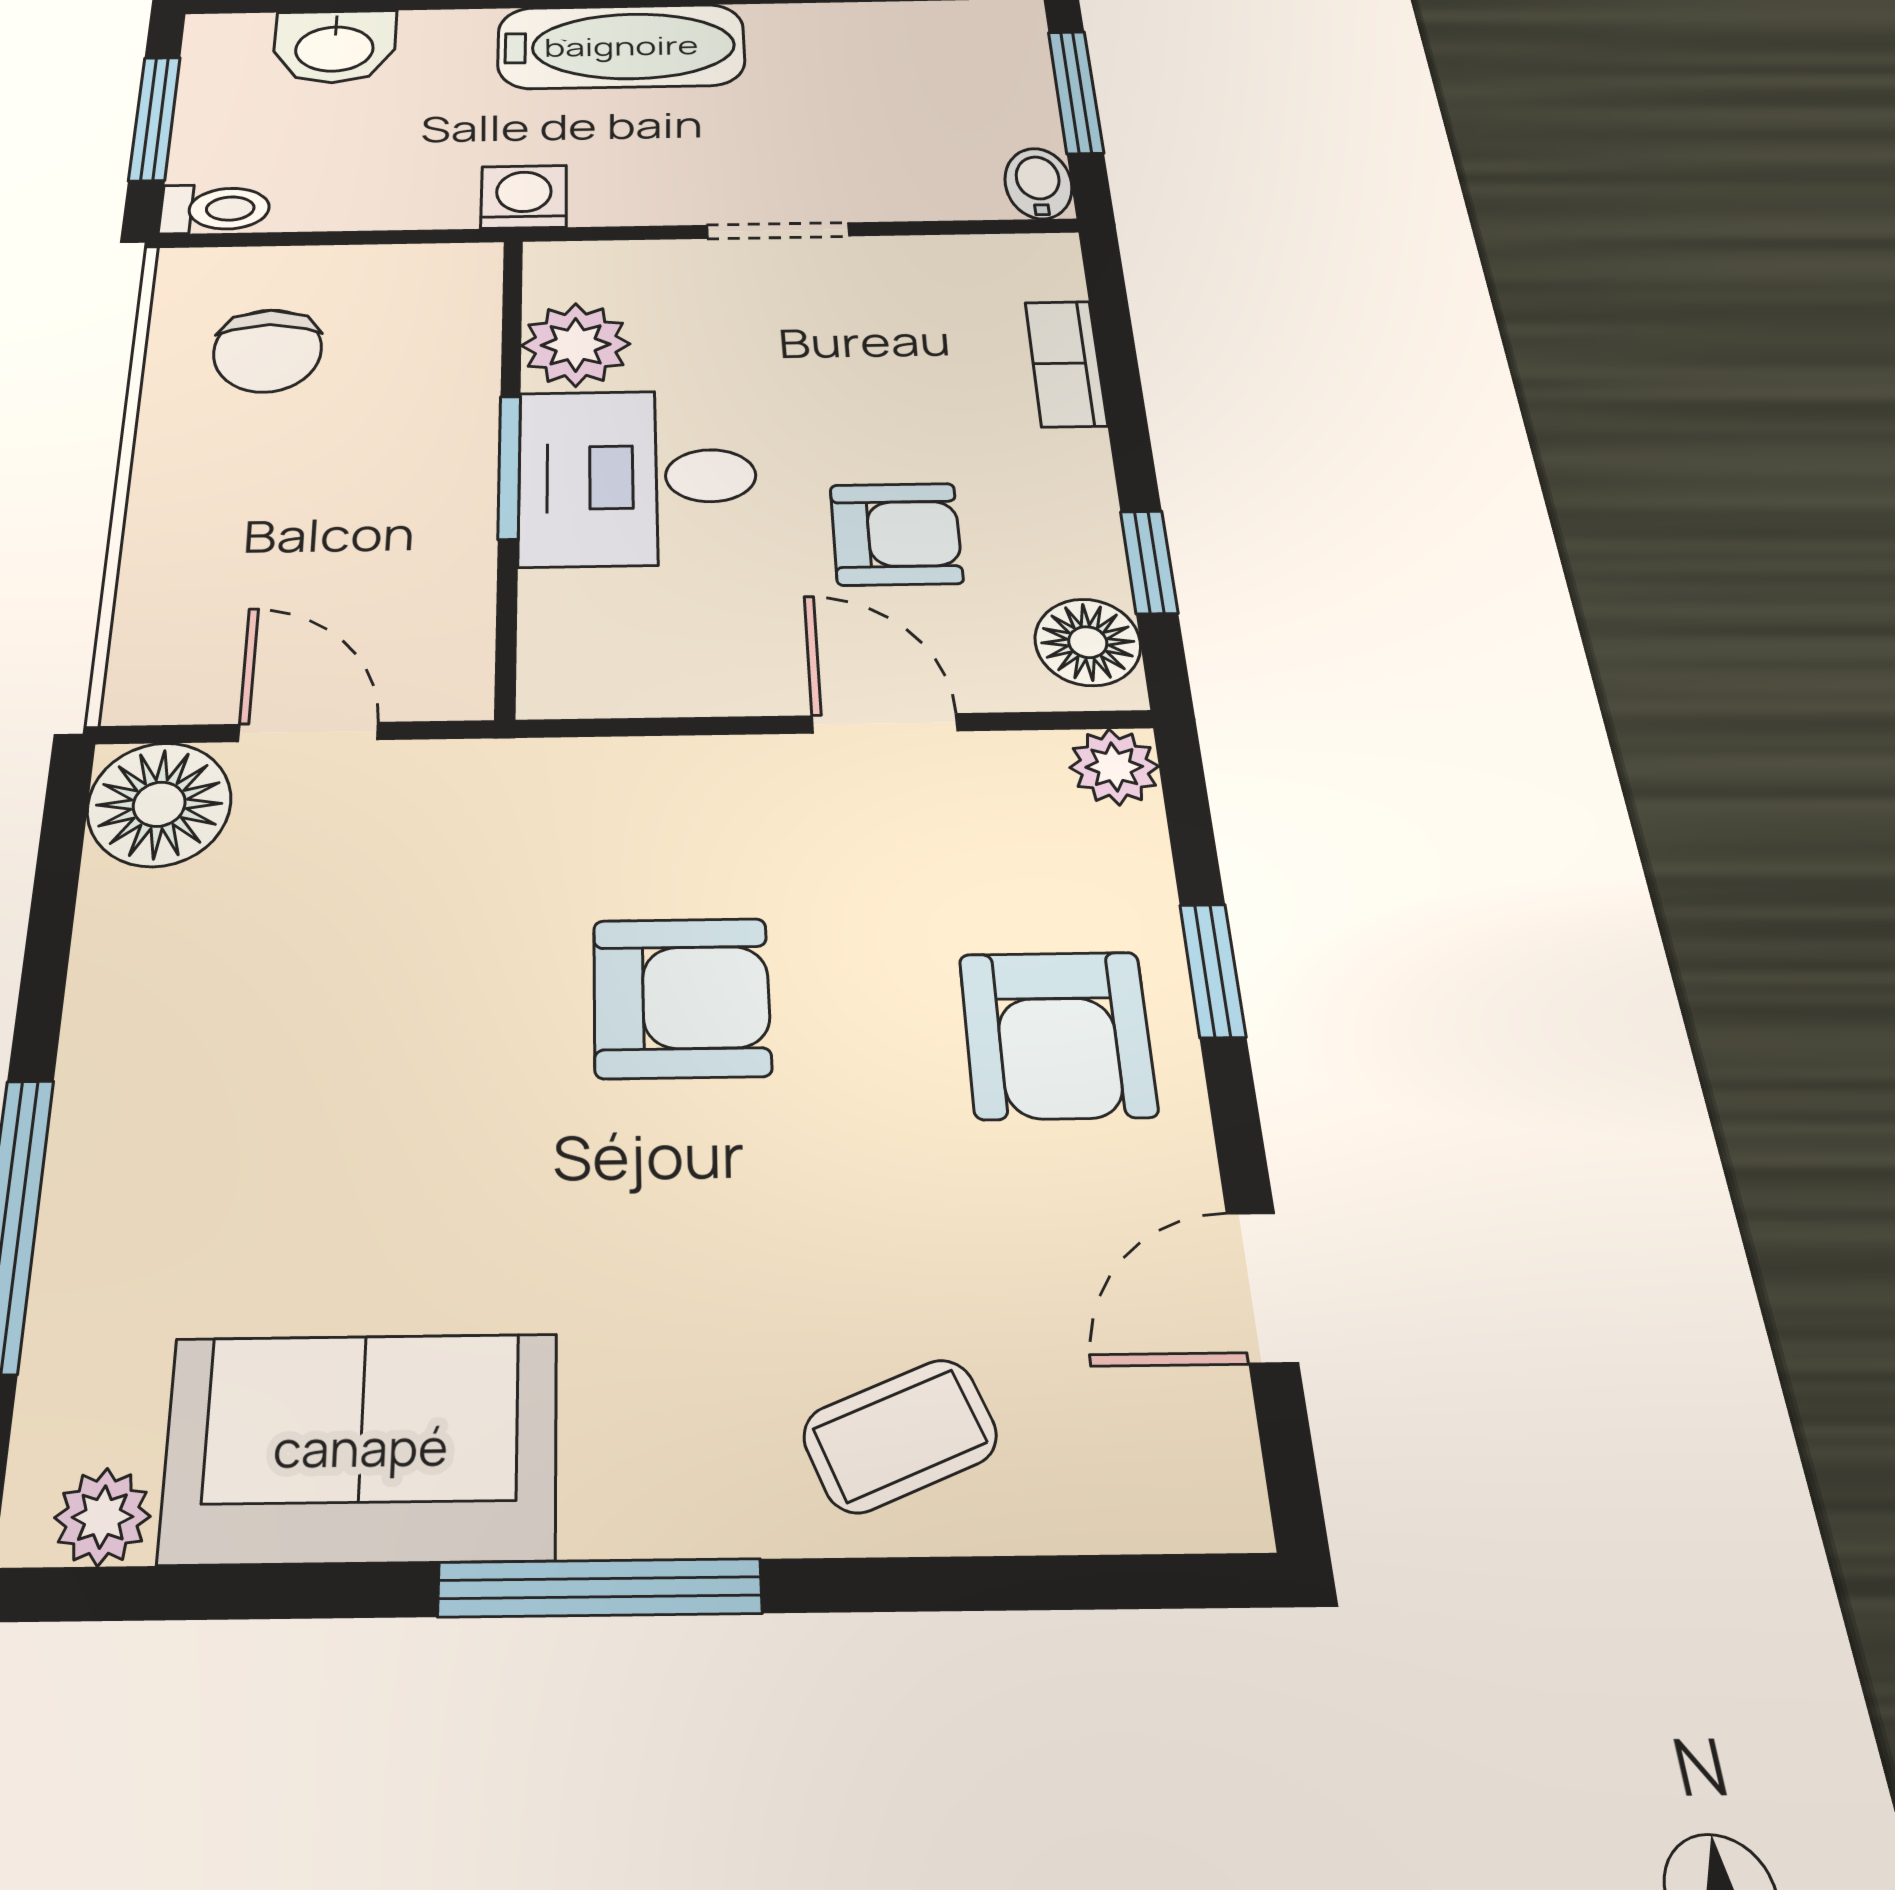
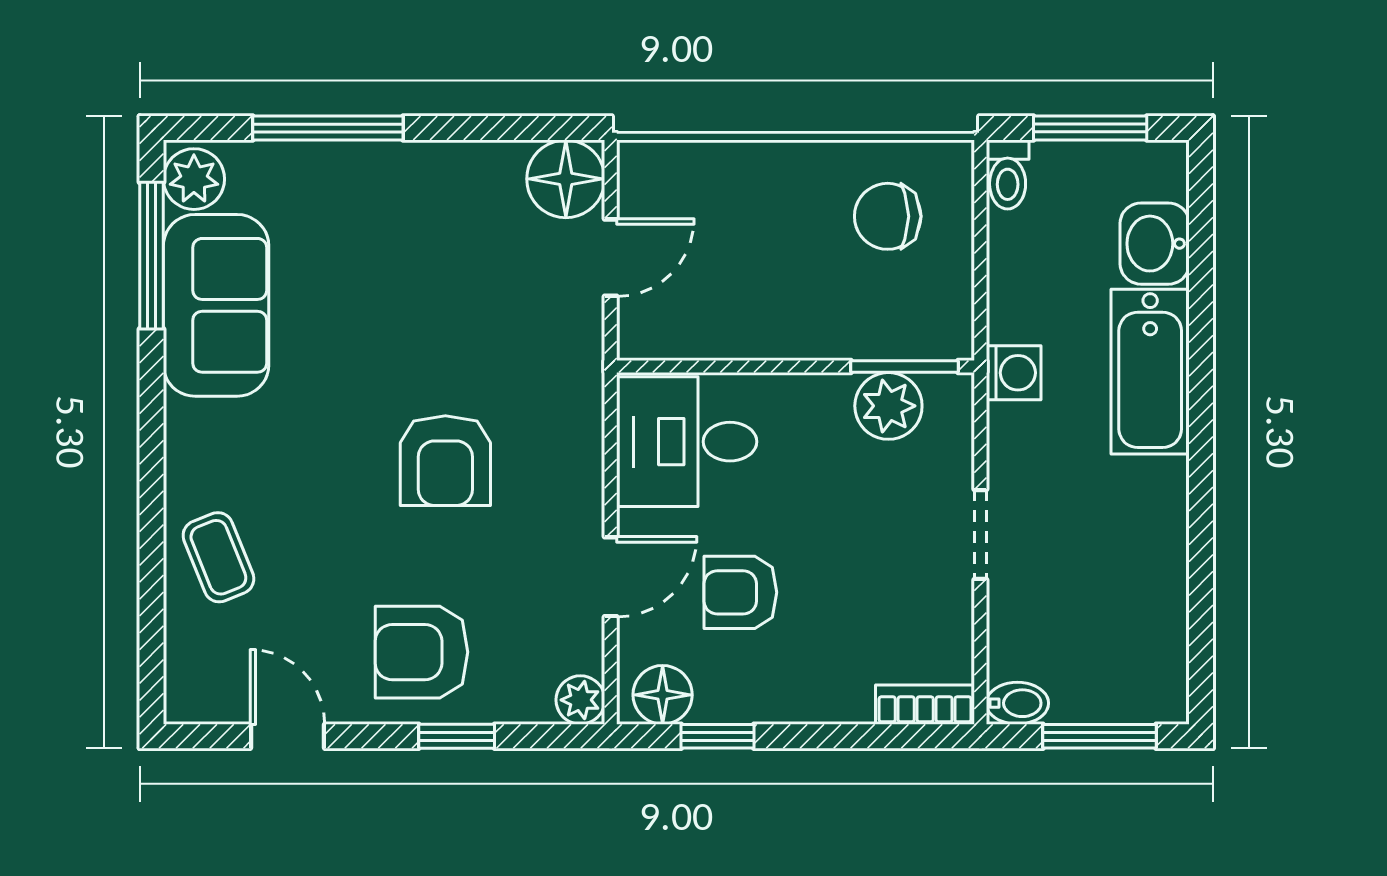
bathtub: (621, 46) -> (1150, 372), moved
bookcase: (1066, 363) -> (925, 705), moved
window: (509, 467) -> (905, 367), moved
desk: (637, 477) -> (687, 442), moved, turned -90
armchair: (896, 534) -> (740, 592), turned 90
plant: (102, 1517) -> (194, 179), width x1.38, depth x1.38
window: (600, 1588) -> (152, 256), moved

